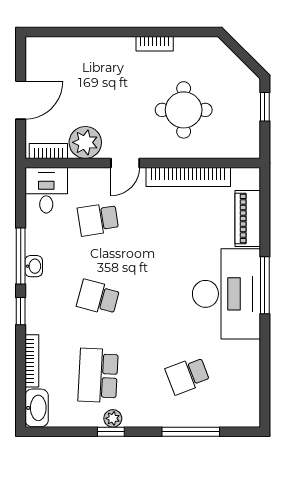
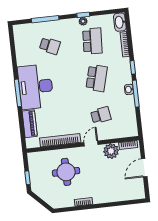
desk: (46, 190) -> (127, 126), removed
school desk: (98, 297) -> (97, 78), width x1.85
school desk: (188, 375) -> (50, 46), turned 45

